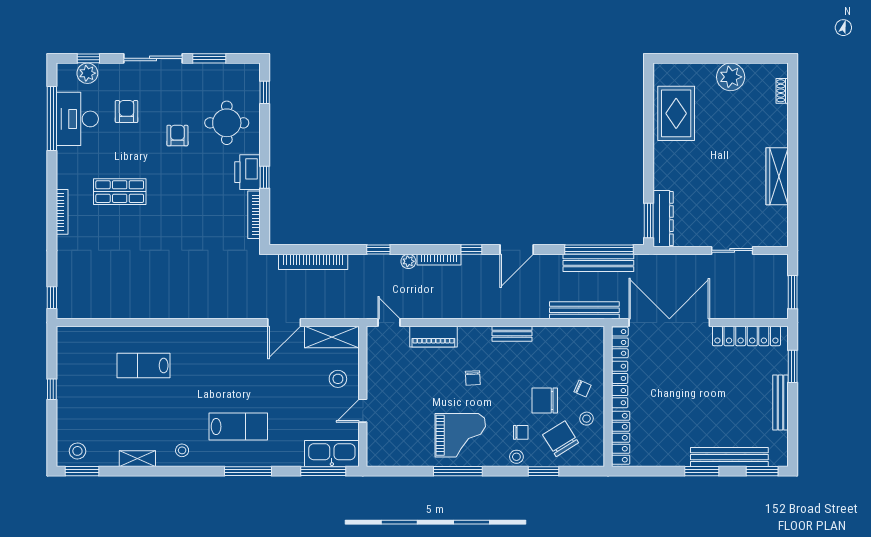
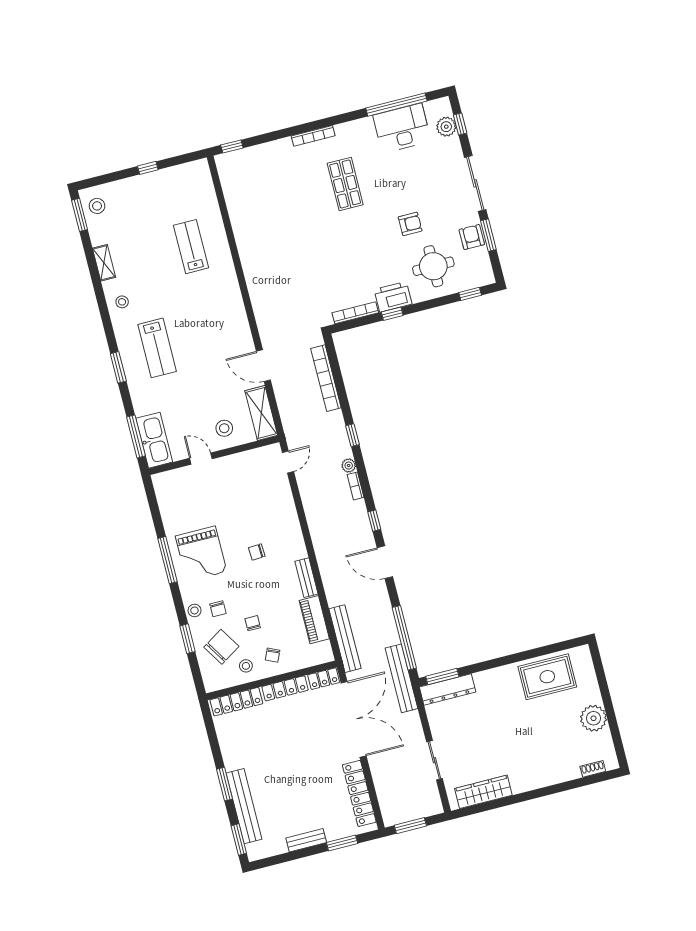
armchair: (127, 111) -> (472, 237), moved, turned -90
wardrobe: (777, 176) -> (483, 792), moved
bookcase: (439, 260) -> (356, 486), width x0.64
bench: (598, 263) -> (401, 678), moved
piano: (433, 337) -> (314, 620), moved
chair: (545, 401) -> (253, 623), width x0.54, depth x0.54
bench: (780, 402) -> (306, 840), width x0.73
window: (248, 471) -> (118, 367), width x0.69

